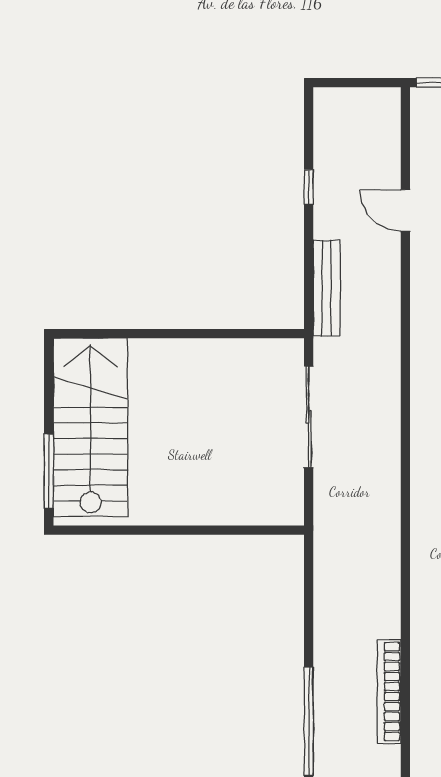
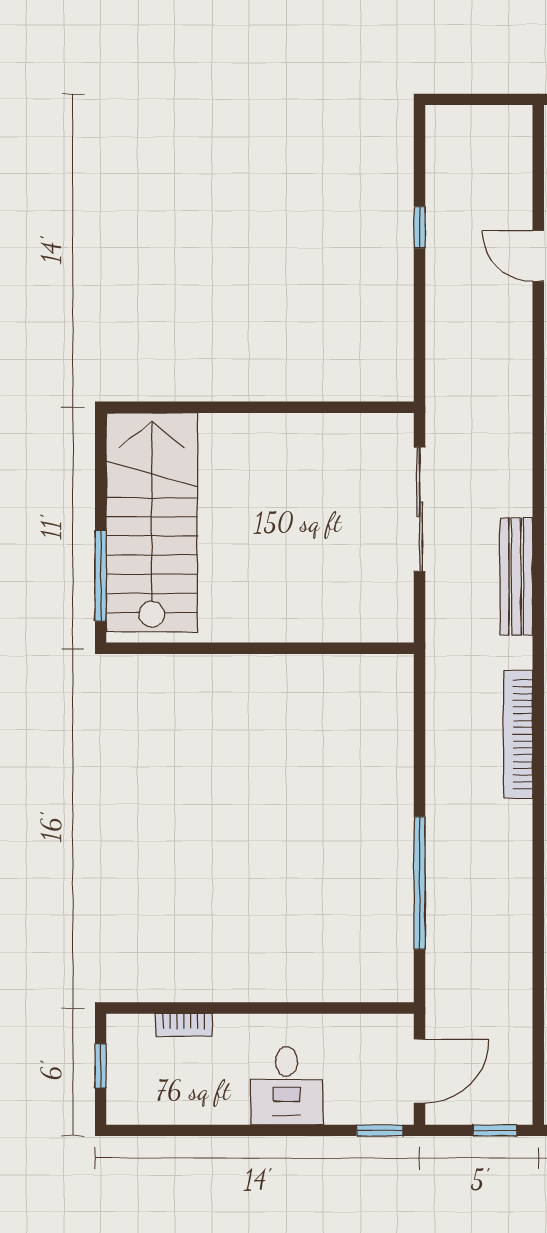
bench: (327, 288) -> (516, 577), moved
bookcase: (389, 692) -> (518, 734), moved

